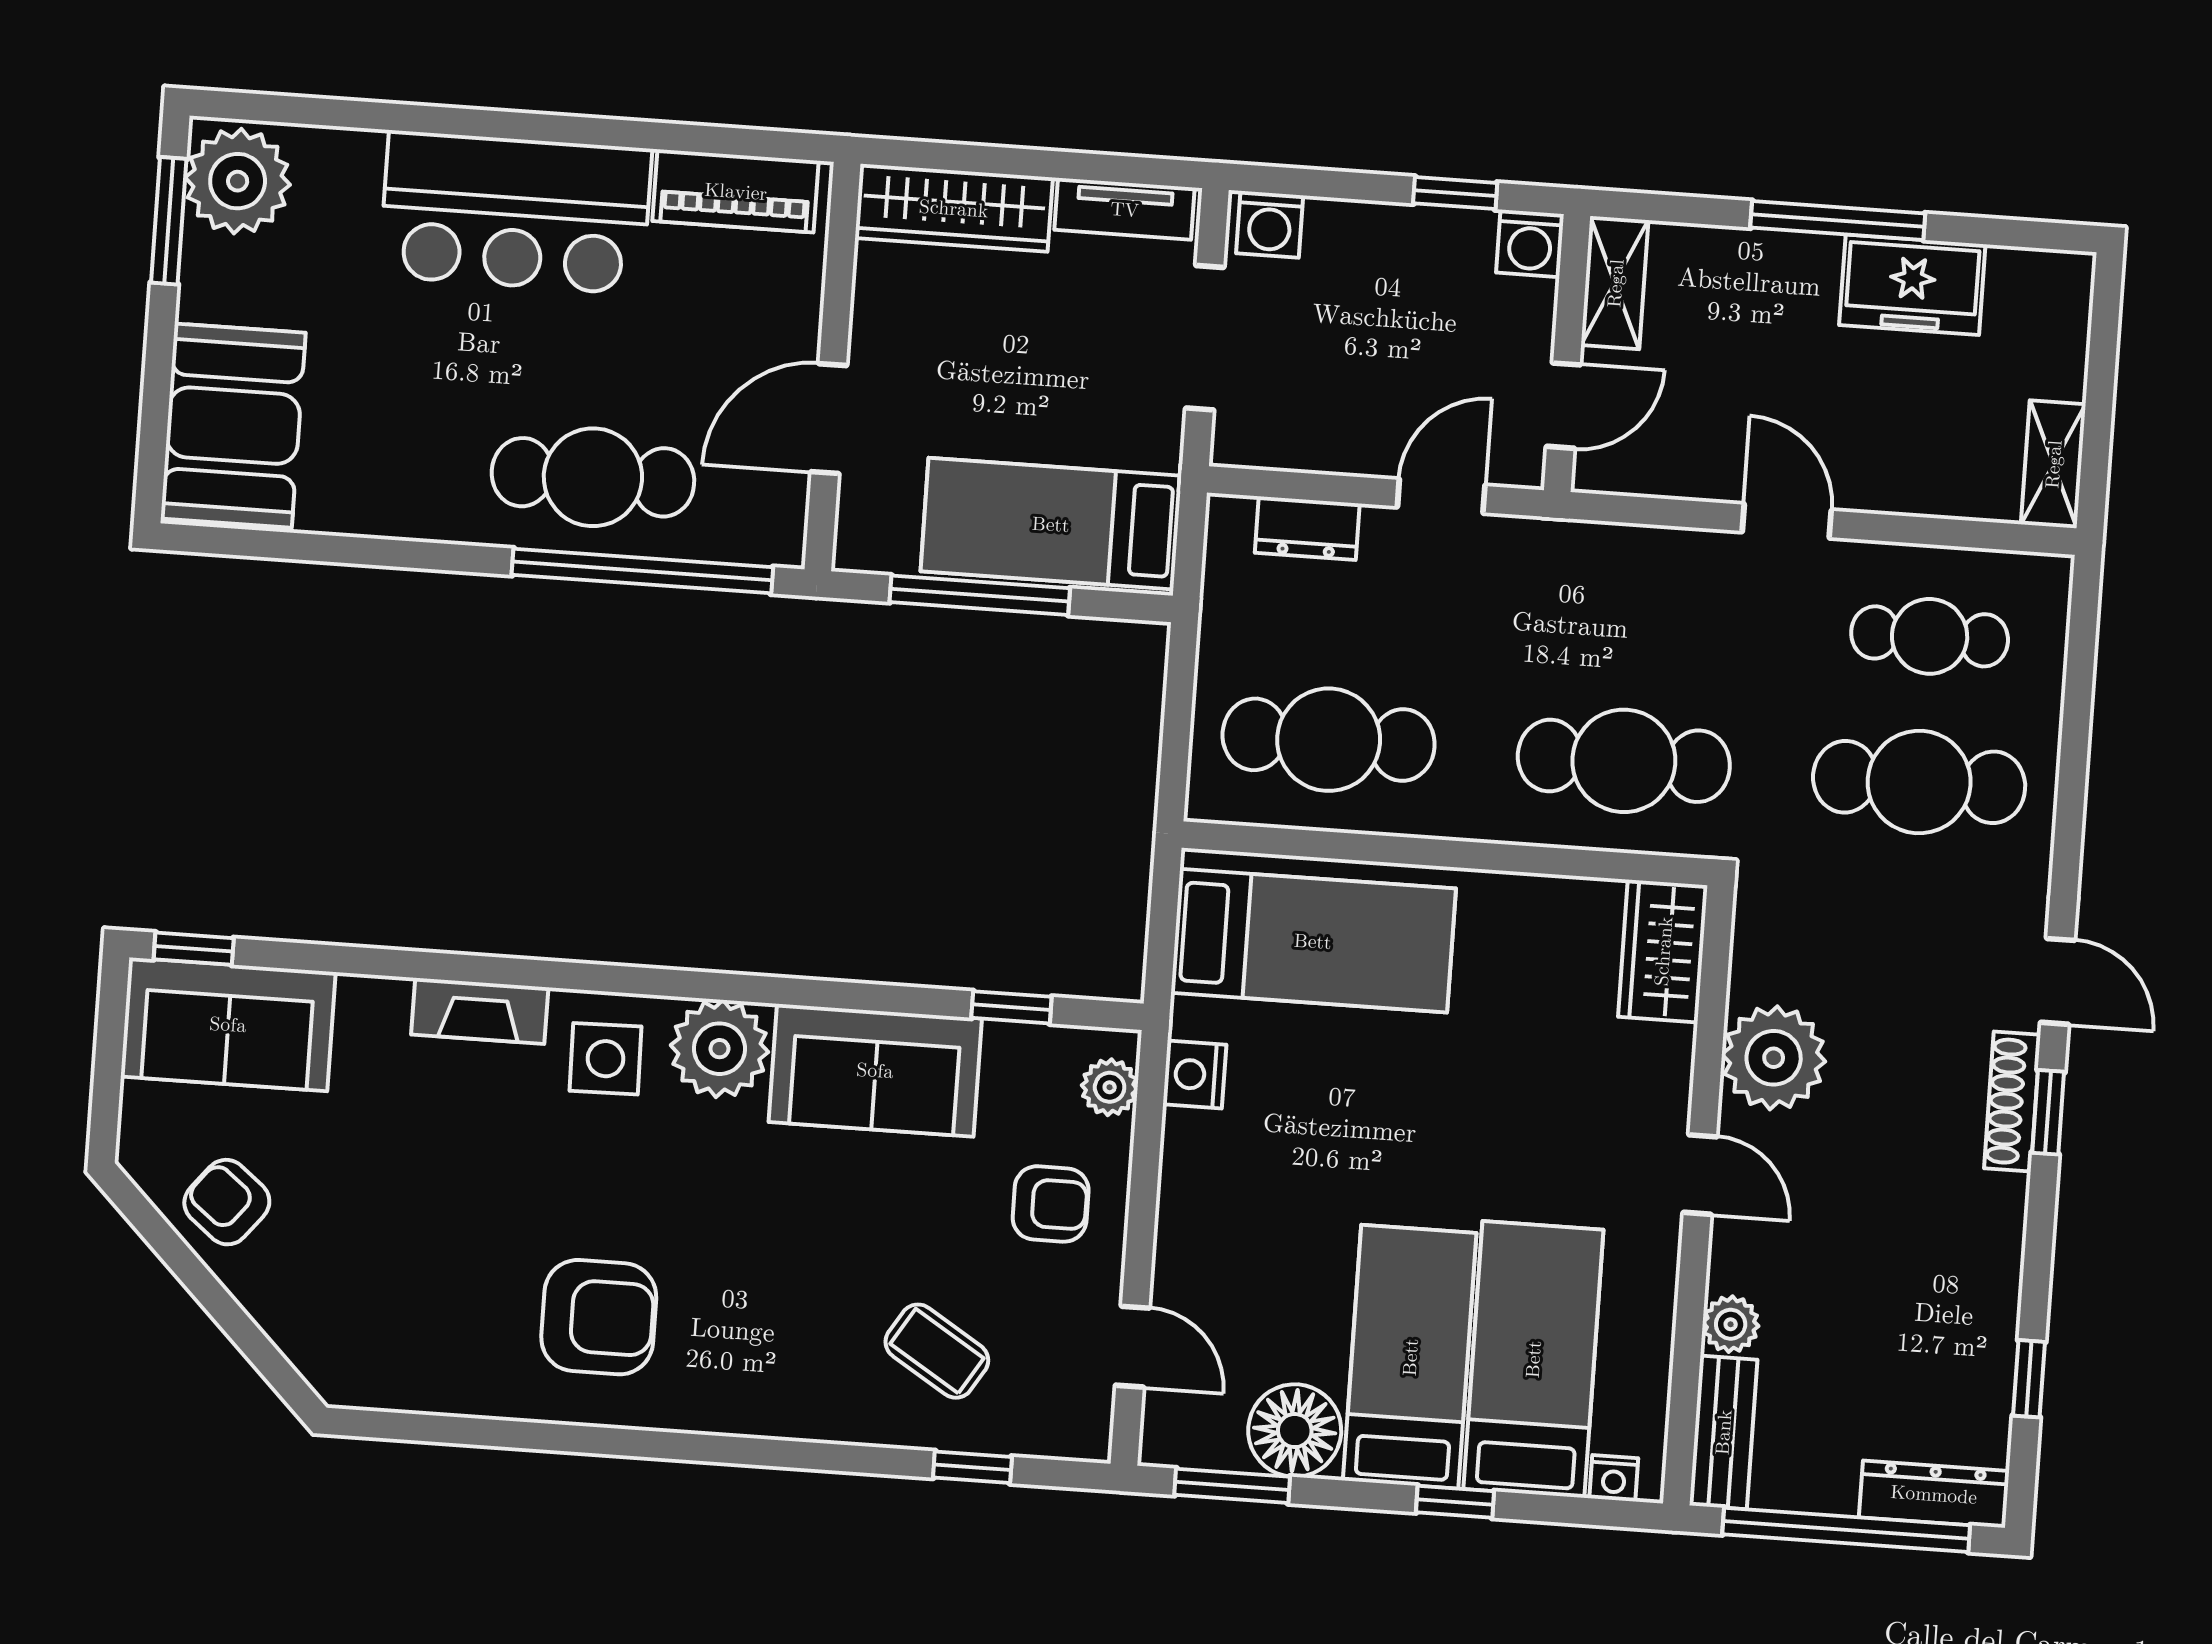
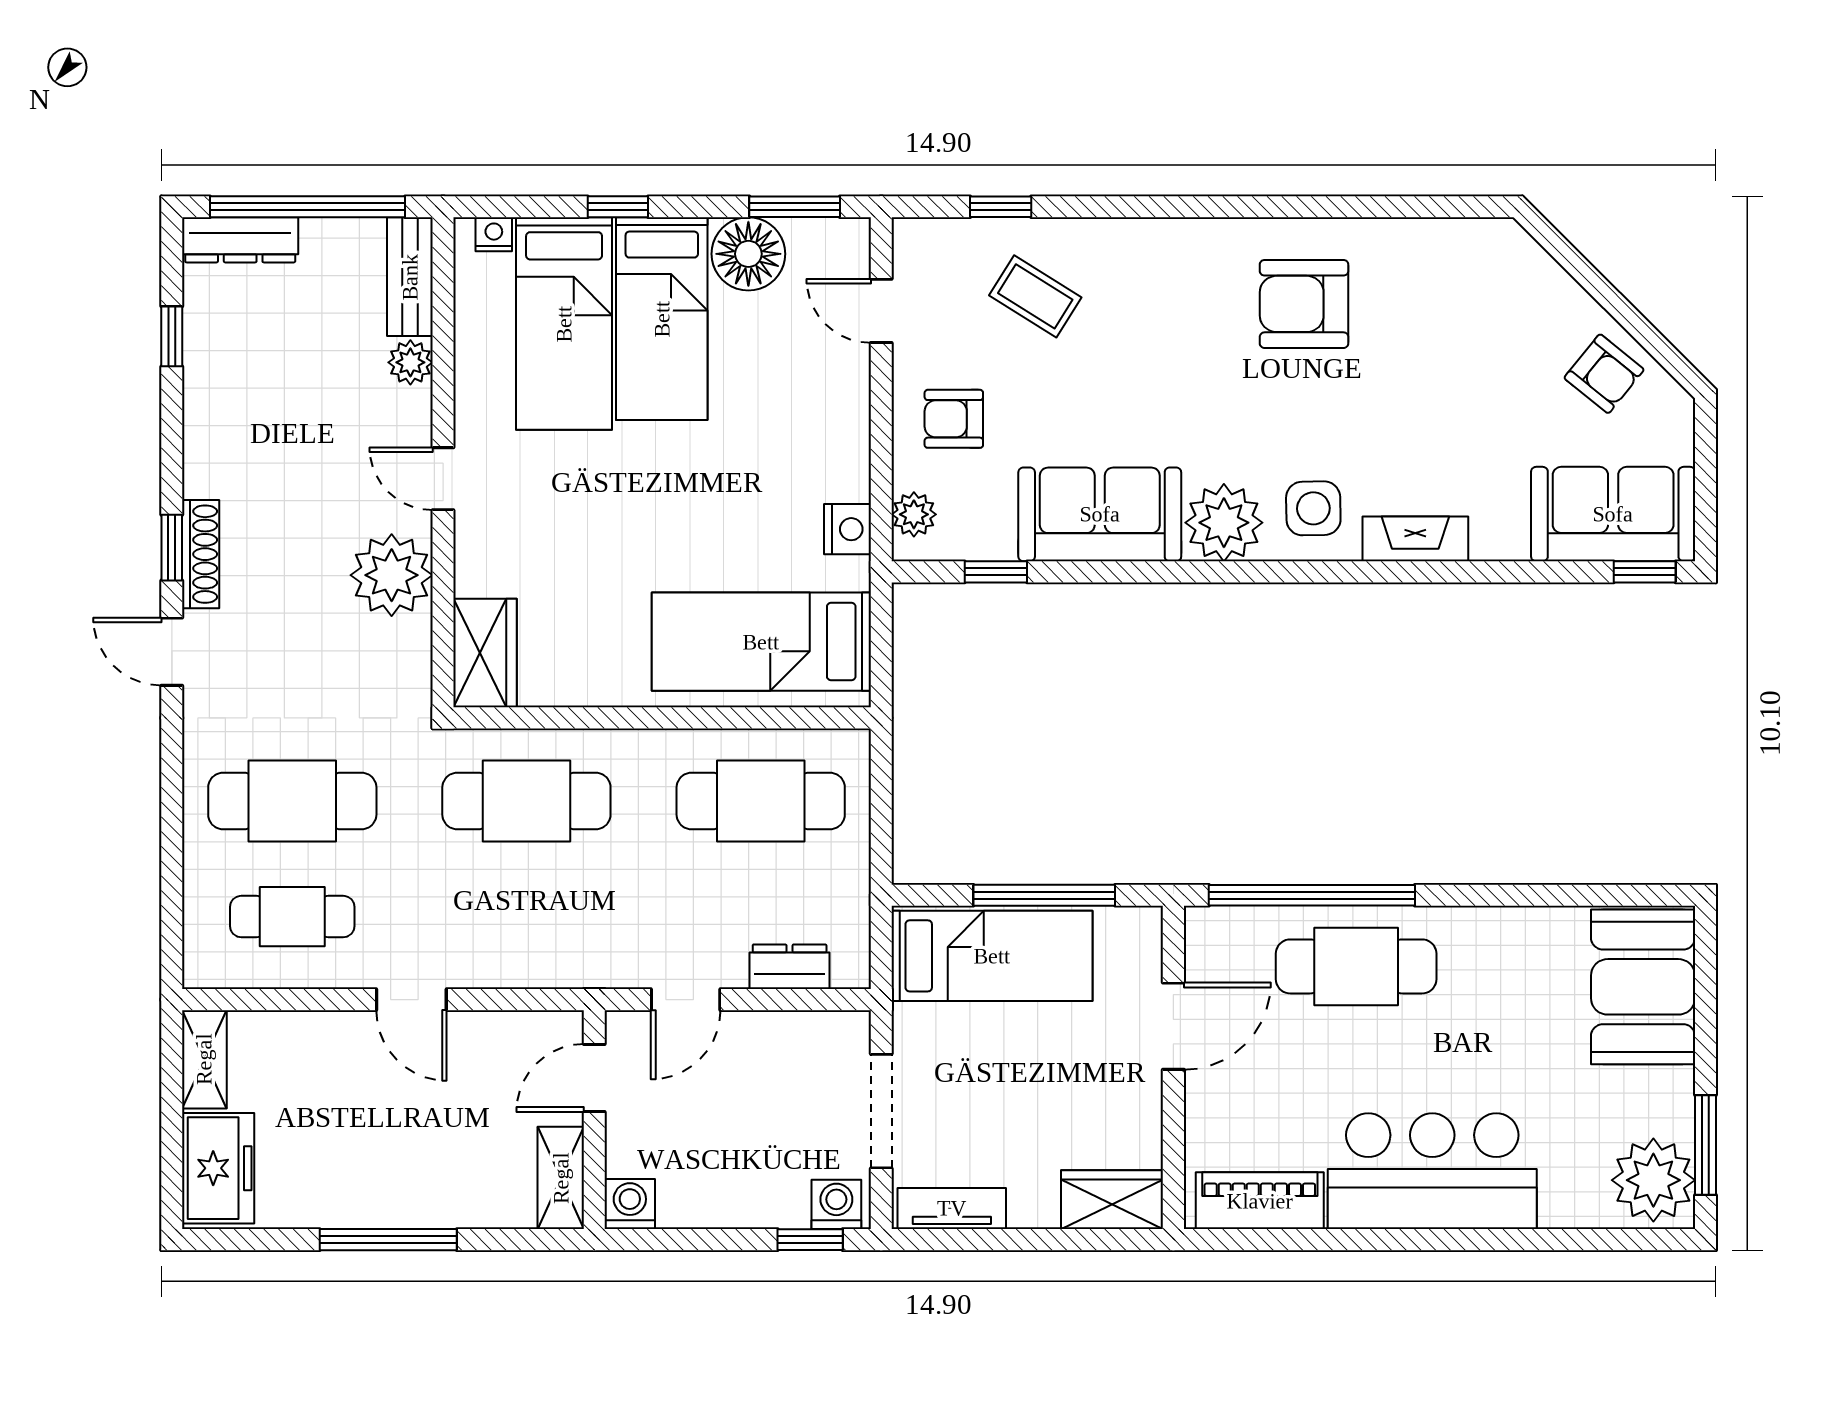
window: (1455, 193) -> (810, 1240), moved
wardrobe: (954, 208) -> (1112, 1200), width x0.67
freezer: (1912, 285) -> (218, 1168), moved, turned 90

